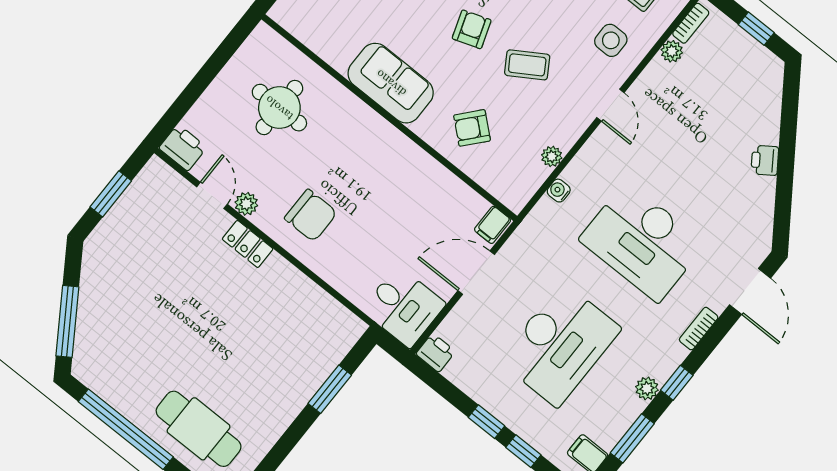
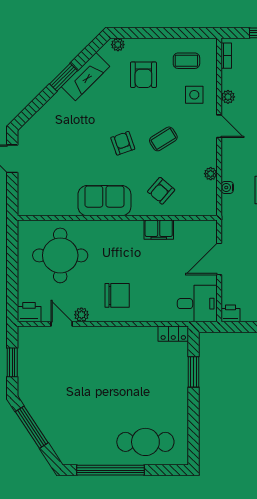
plant: (672, 51) -> (228, 97), moved
round table: (279, 108) -> (60, 255), width x1.36, depth x1.36
filing cabinet: (493, 225) -> (159, 230), moved, width x2.00
locker: (248, 244) -> (173, 334), moved
window: (67, 321) -> (32, 427), moved

